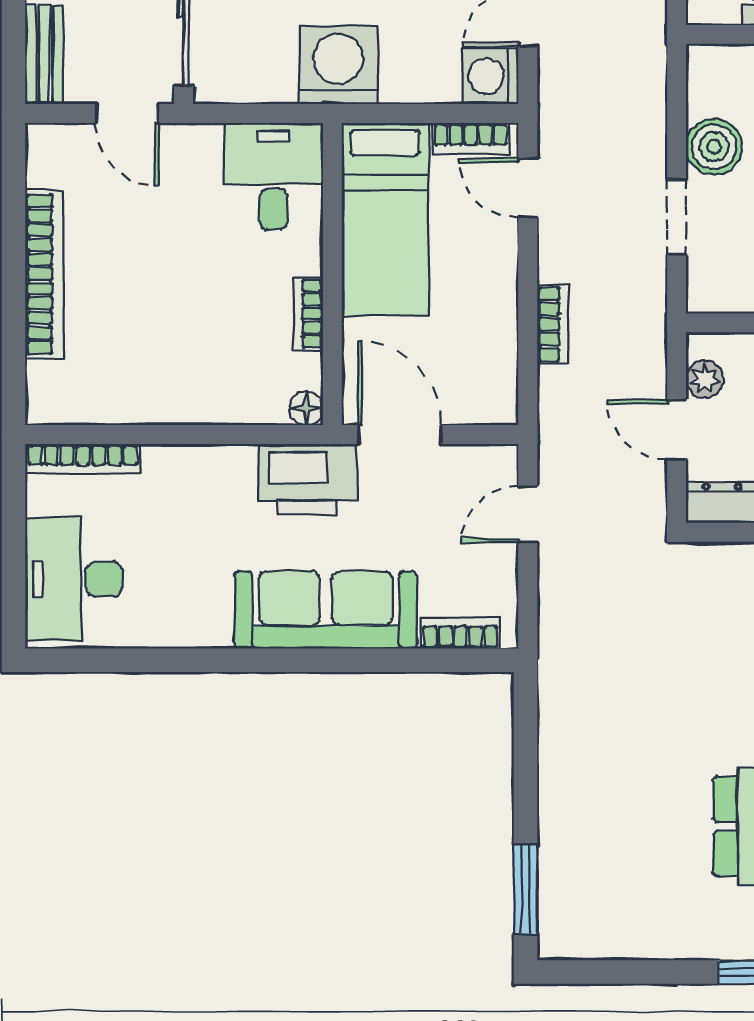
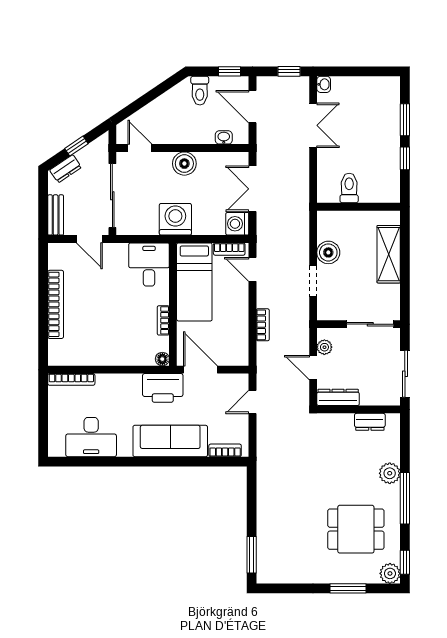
desk: (74, 579) -> (91, 437), moved, turned -90

